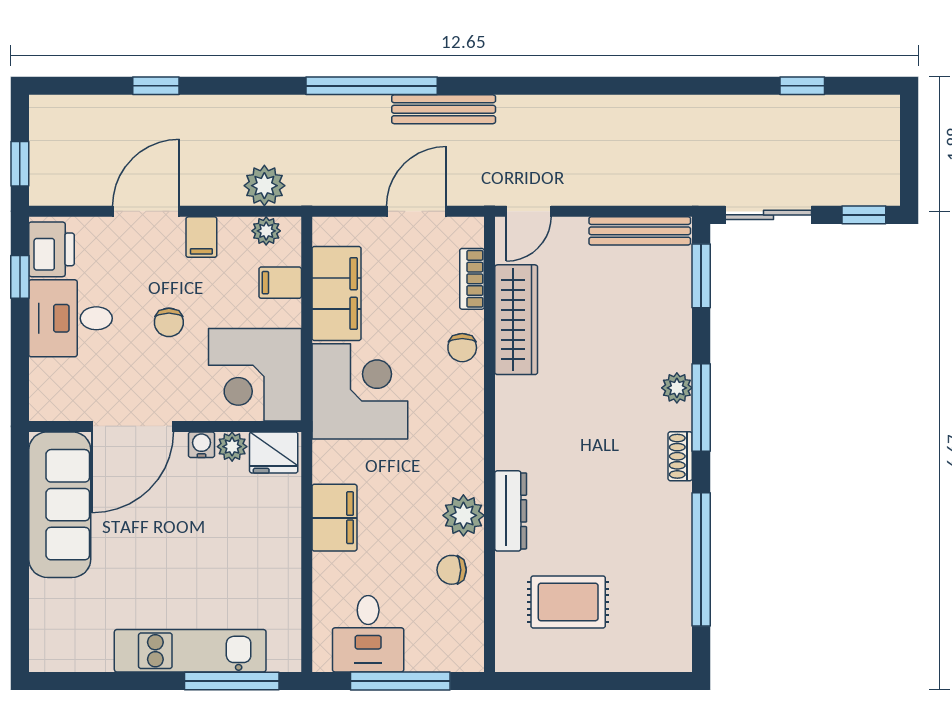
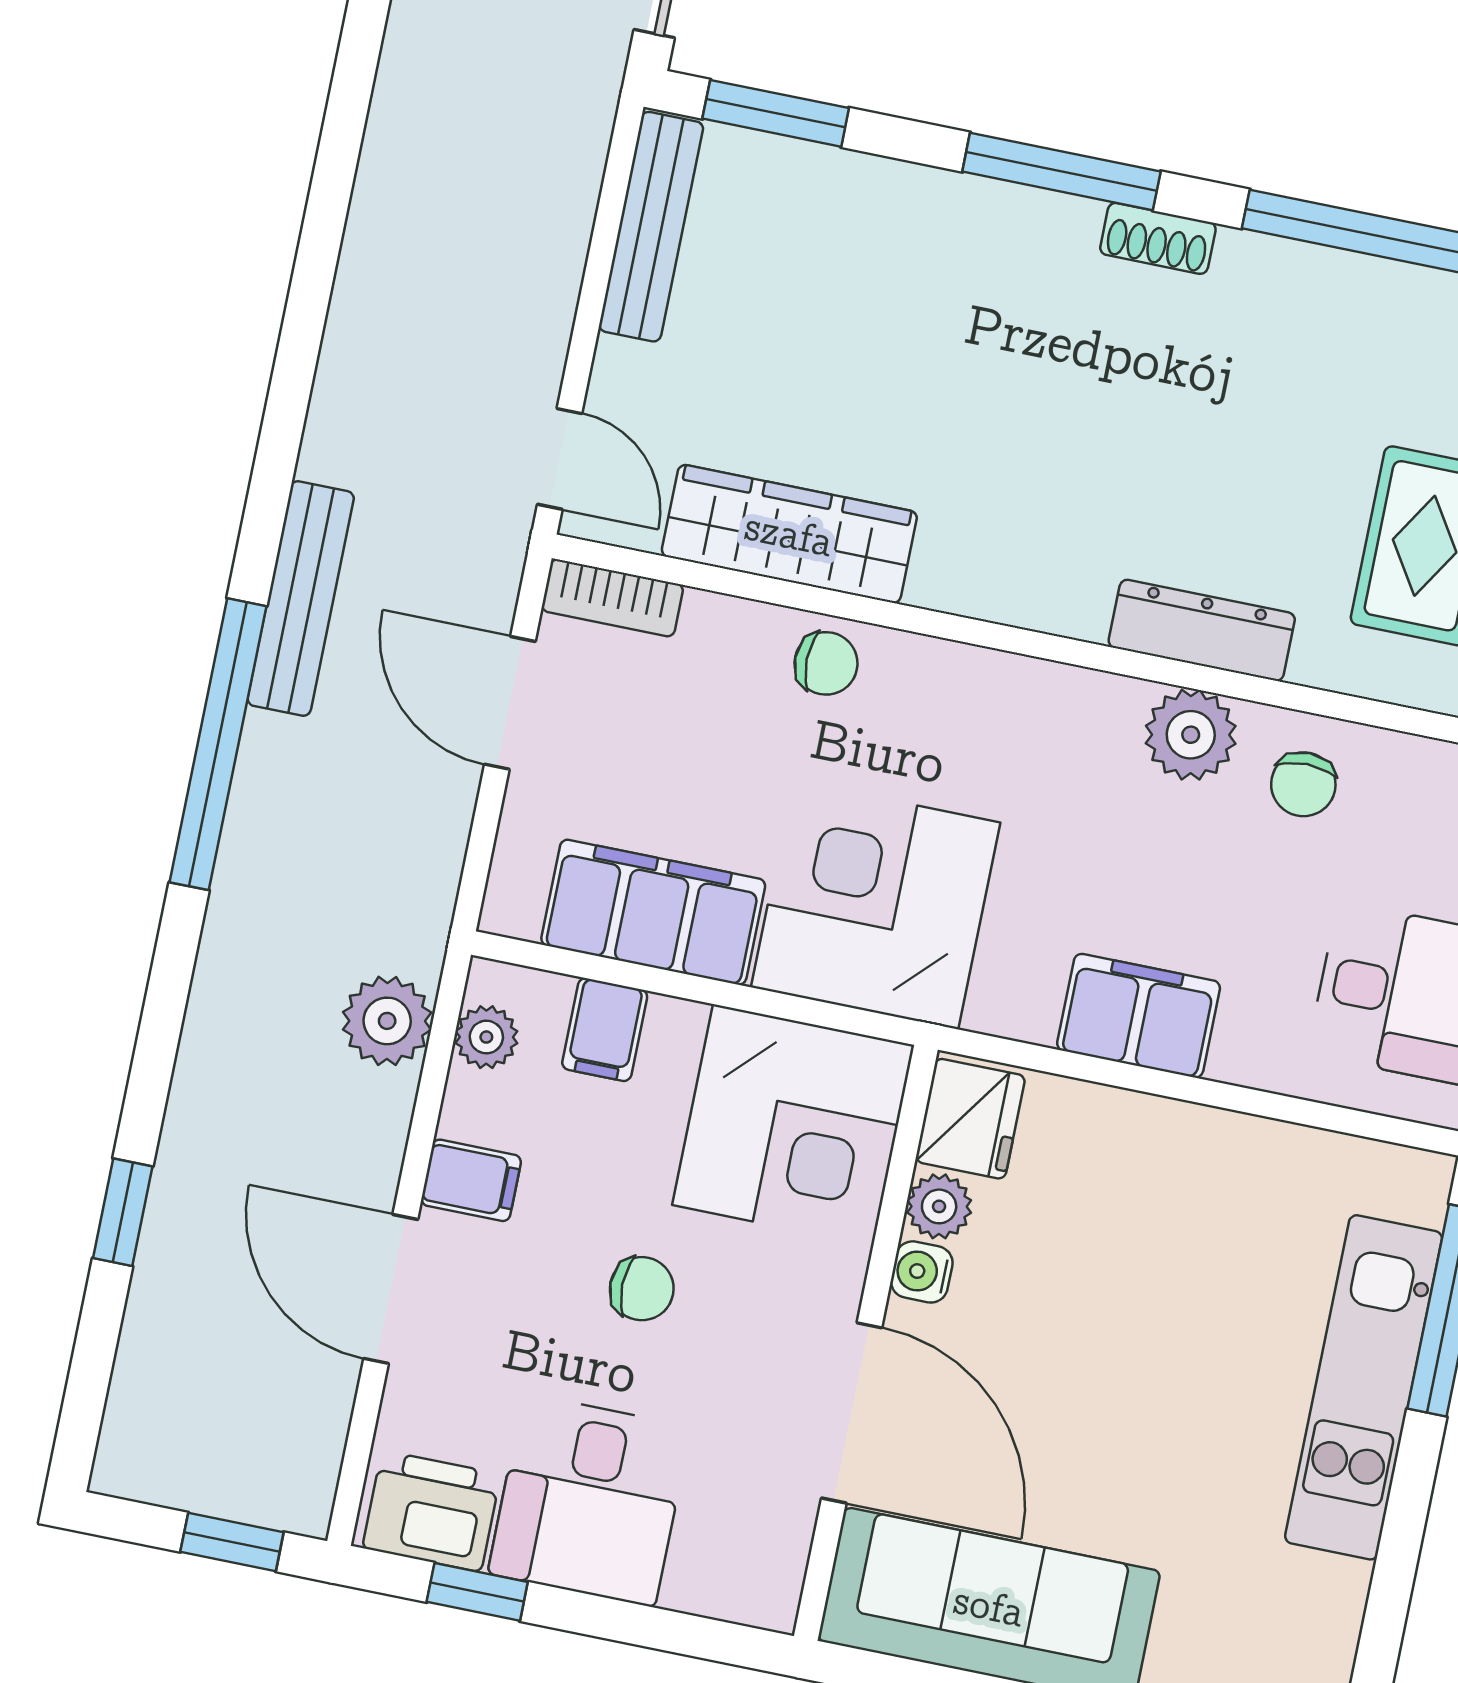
bookcase: (472, 279) -> (612, 598), moved
plant: (677, 388) -> (1008, 215), removed

